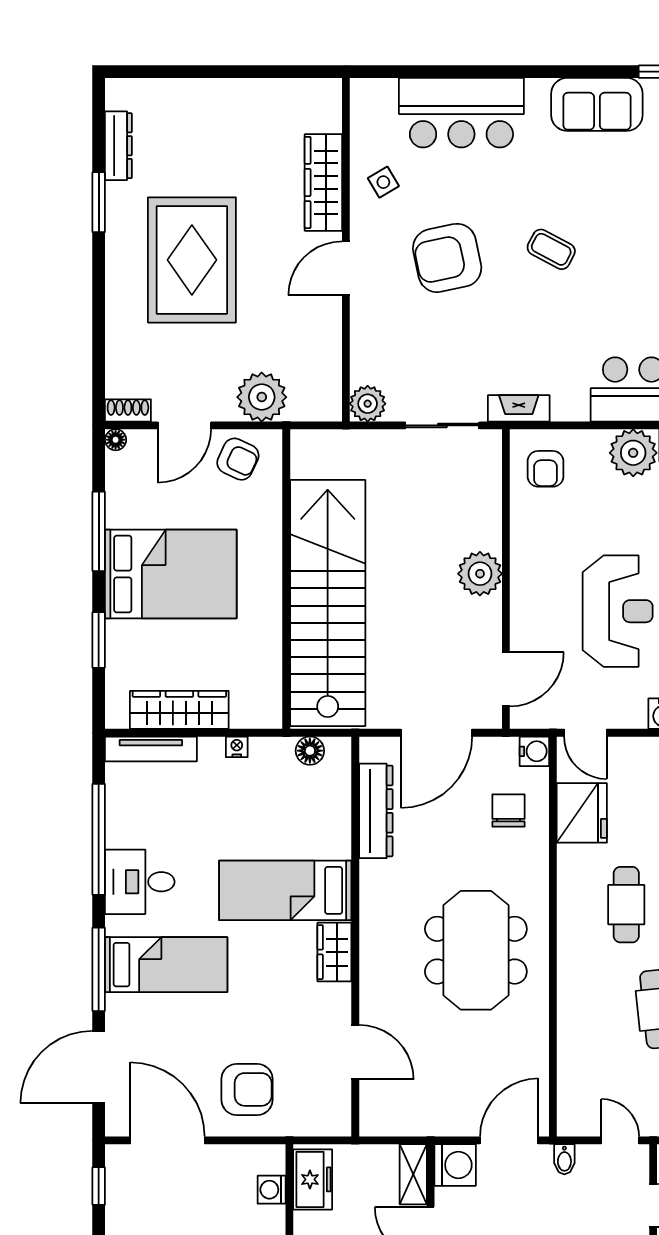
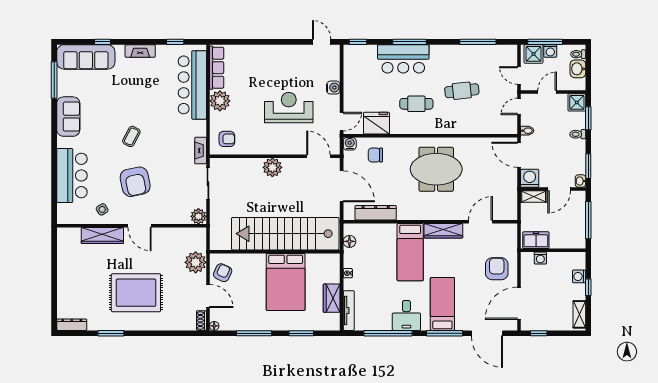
dresser: (118, 146) -> (72, 325), moved
bed: (171, 574) -> (286, 282), moved, turned 180
wardrobe: (179, 710) -> (332, 298), width x0.67
wardrobe: (334, 952) -> (443, 231), width x1.50

